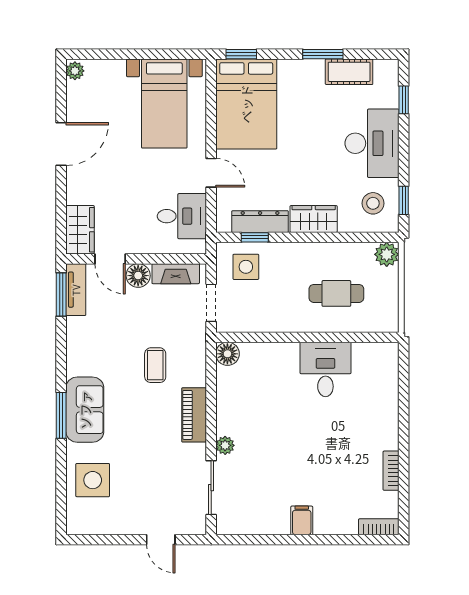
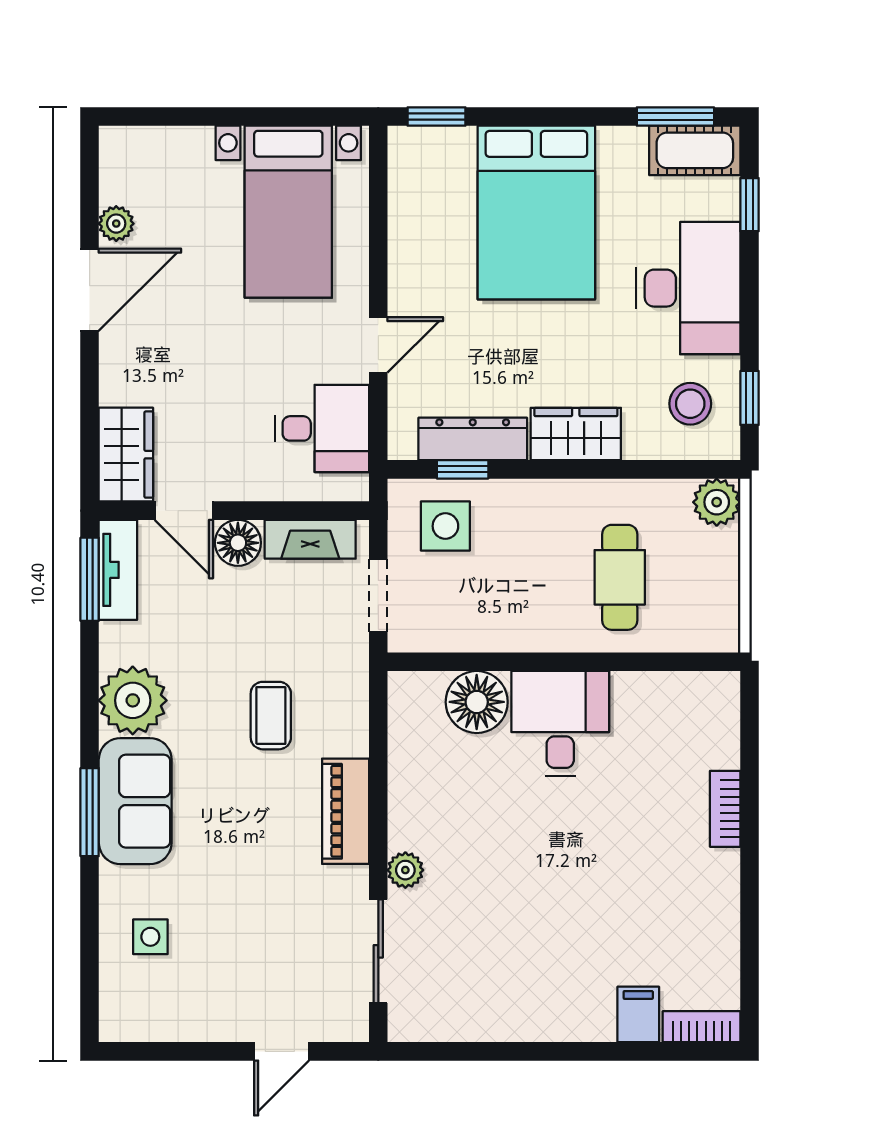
window: (323, 54) -> (675, 116), moved
plant: (75, 71) -> (116, 224), moved
cot: (349, 72) -> (695, 150), moved
bed: (246, 104) -> (536, 213), moved
door: (211, 173) -> (378, 345), hinge flipped
cafe table: (336, 293) -> (620, 577), turned 90
floor lamp: (227, 354) -> (477, 702), moved, width x1.38, depth x1.38
plant: (84, 357) -> (133, 700), added
desk: (325, 369) -> (560, 724), moved
bookcase: (391, 471) -> (725, 809), moved
side table: (93, 480) -> (150, 937), width x0.54, depth x0.54
filing cabinet: (302, 520) -> (638, 1014), moved
door: (161, 540) -> (281, 1051), hinge flipped

